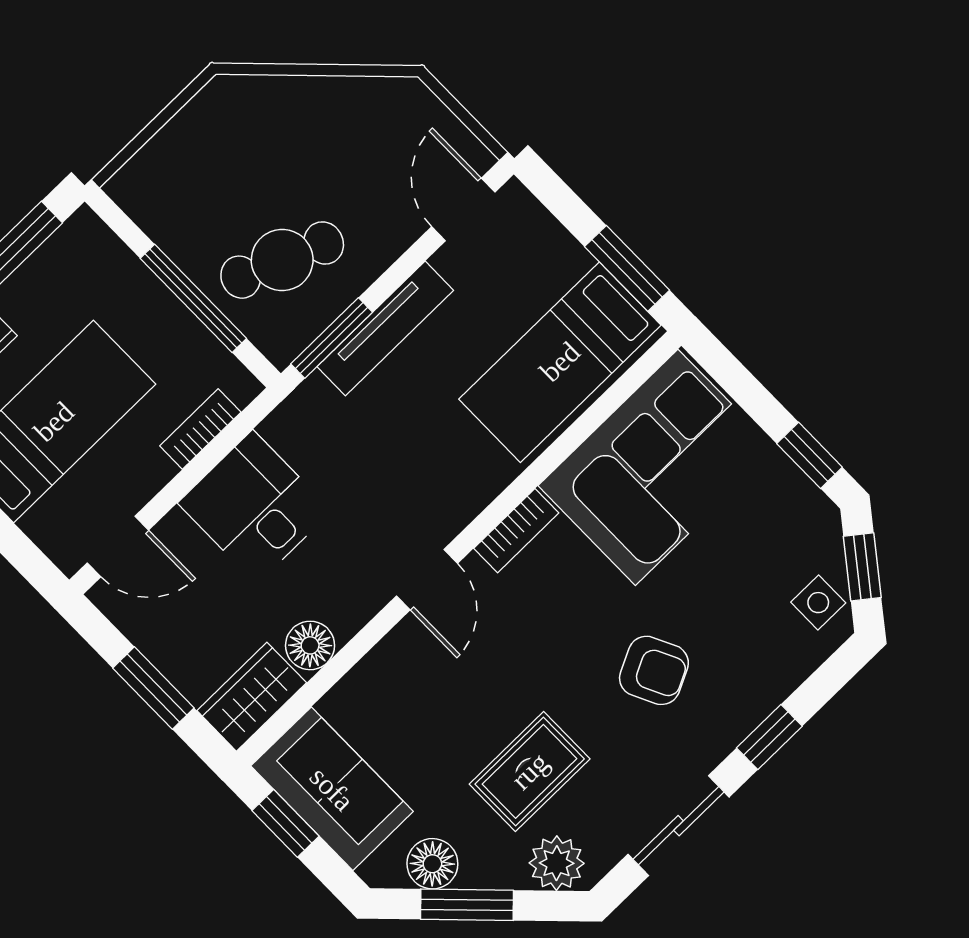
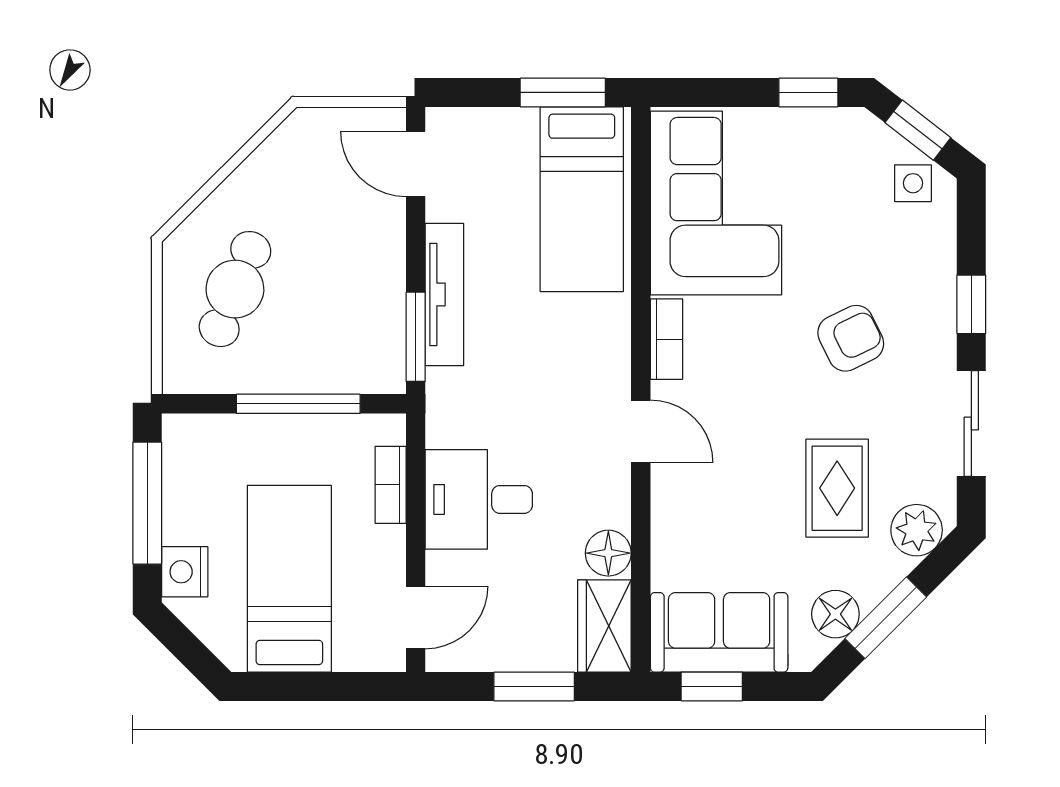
cafe table: (282, 260) -> (235, 289), moved

